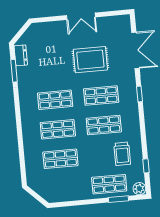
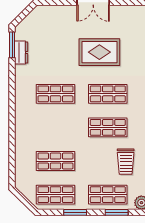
dresser: (21, 55) -> (21, 52), moved
window: (14, 71) -> (12, 45), moved
shop shelf: (58, 129) -> (55, 195), moved
window: (82, 202) -> (75, 212), added

